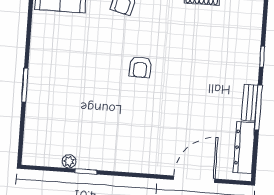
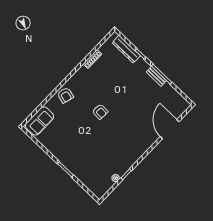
dresser: (244, 148) -> (126, 49), moved

